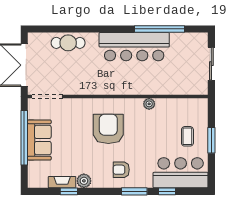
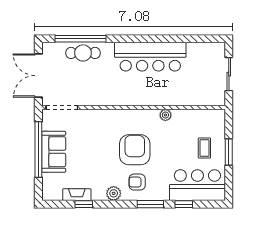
window: (160, 29) -> (81, 39), moved
armchair: (108, 129) -> (135, 150), moved
plant: (84, 181) -> (114, 193), moved

